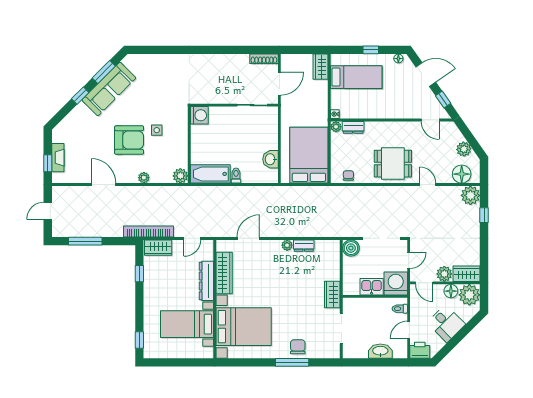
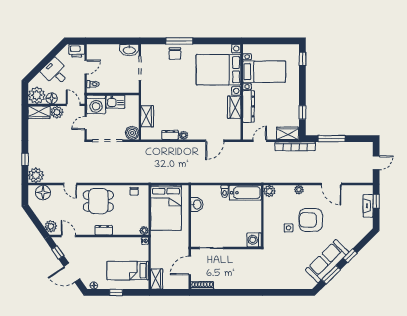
dresser: (353, 127) -> (104, 230), moved
plant: (464, 149) -> (51, 226), moved
window: (85, 241) -> (332, 139), moved
wardrobe: (224, 273) -> (234, 107), width x0.67
wardrobe: (332, 294) -> (147, 116), moved
washbasin: (380, 351) -> (129, 50), moved

